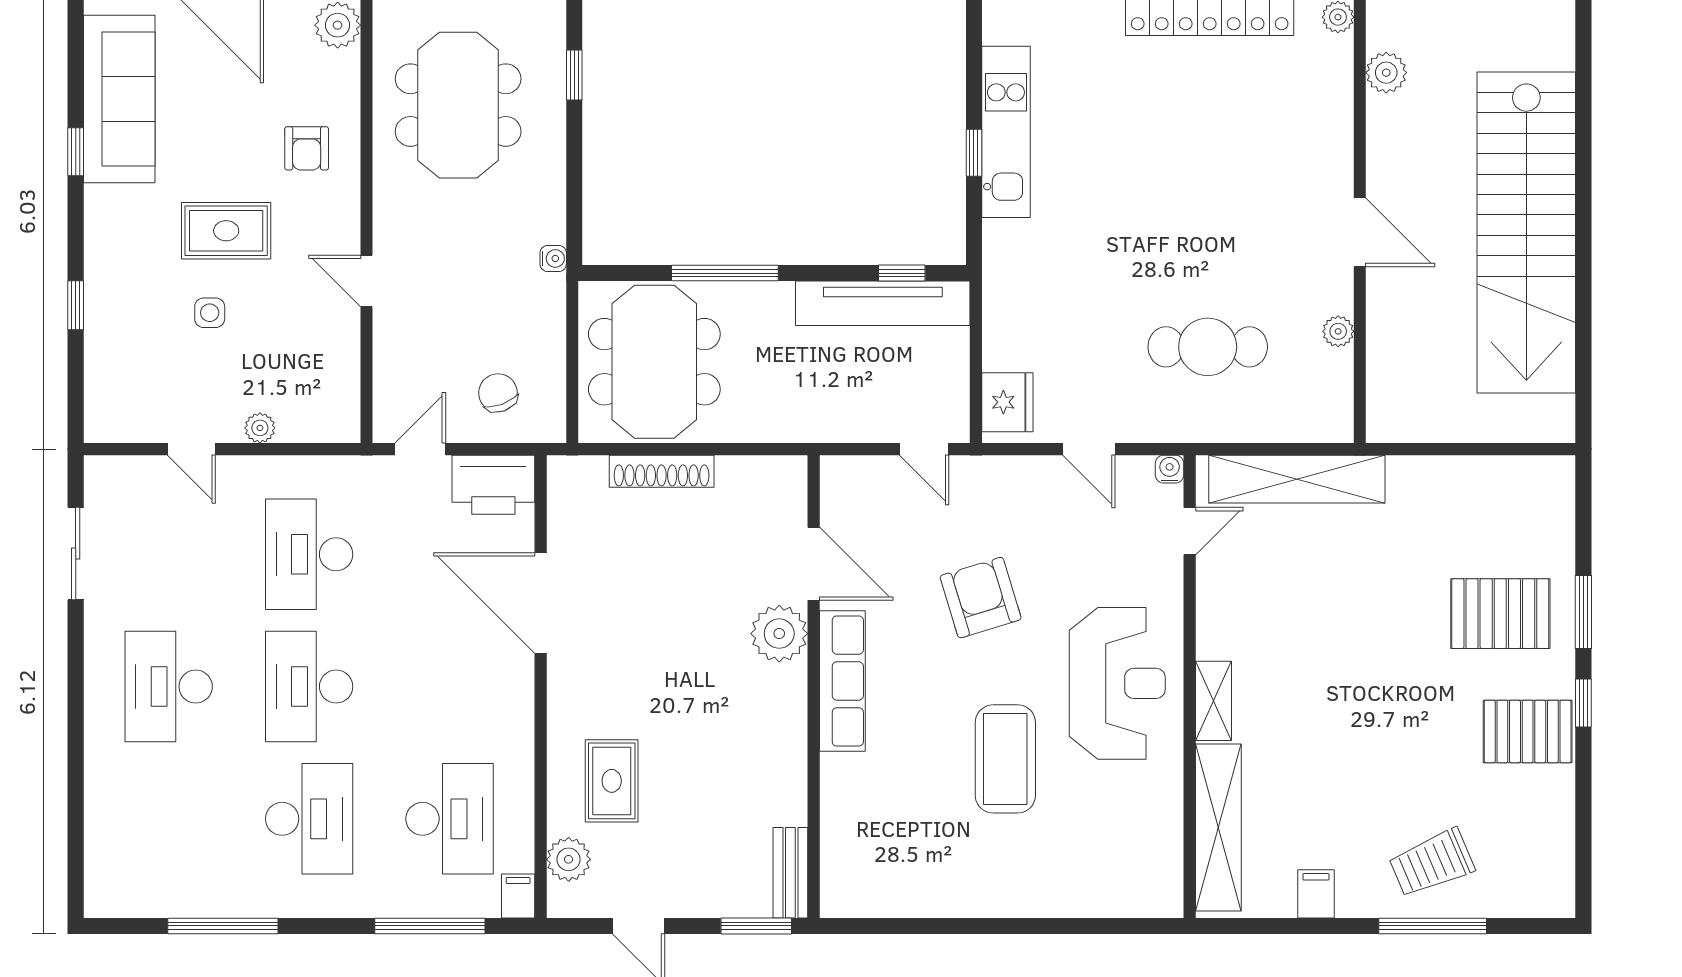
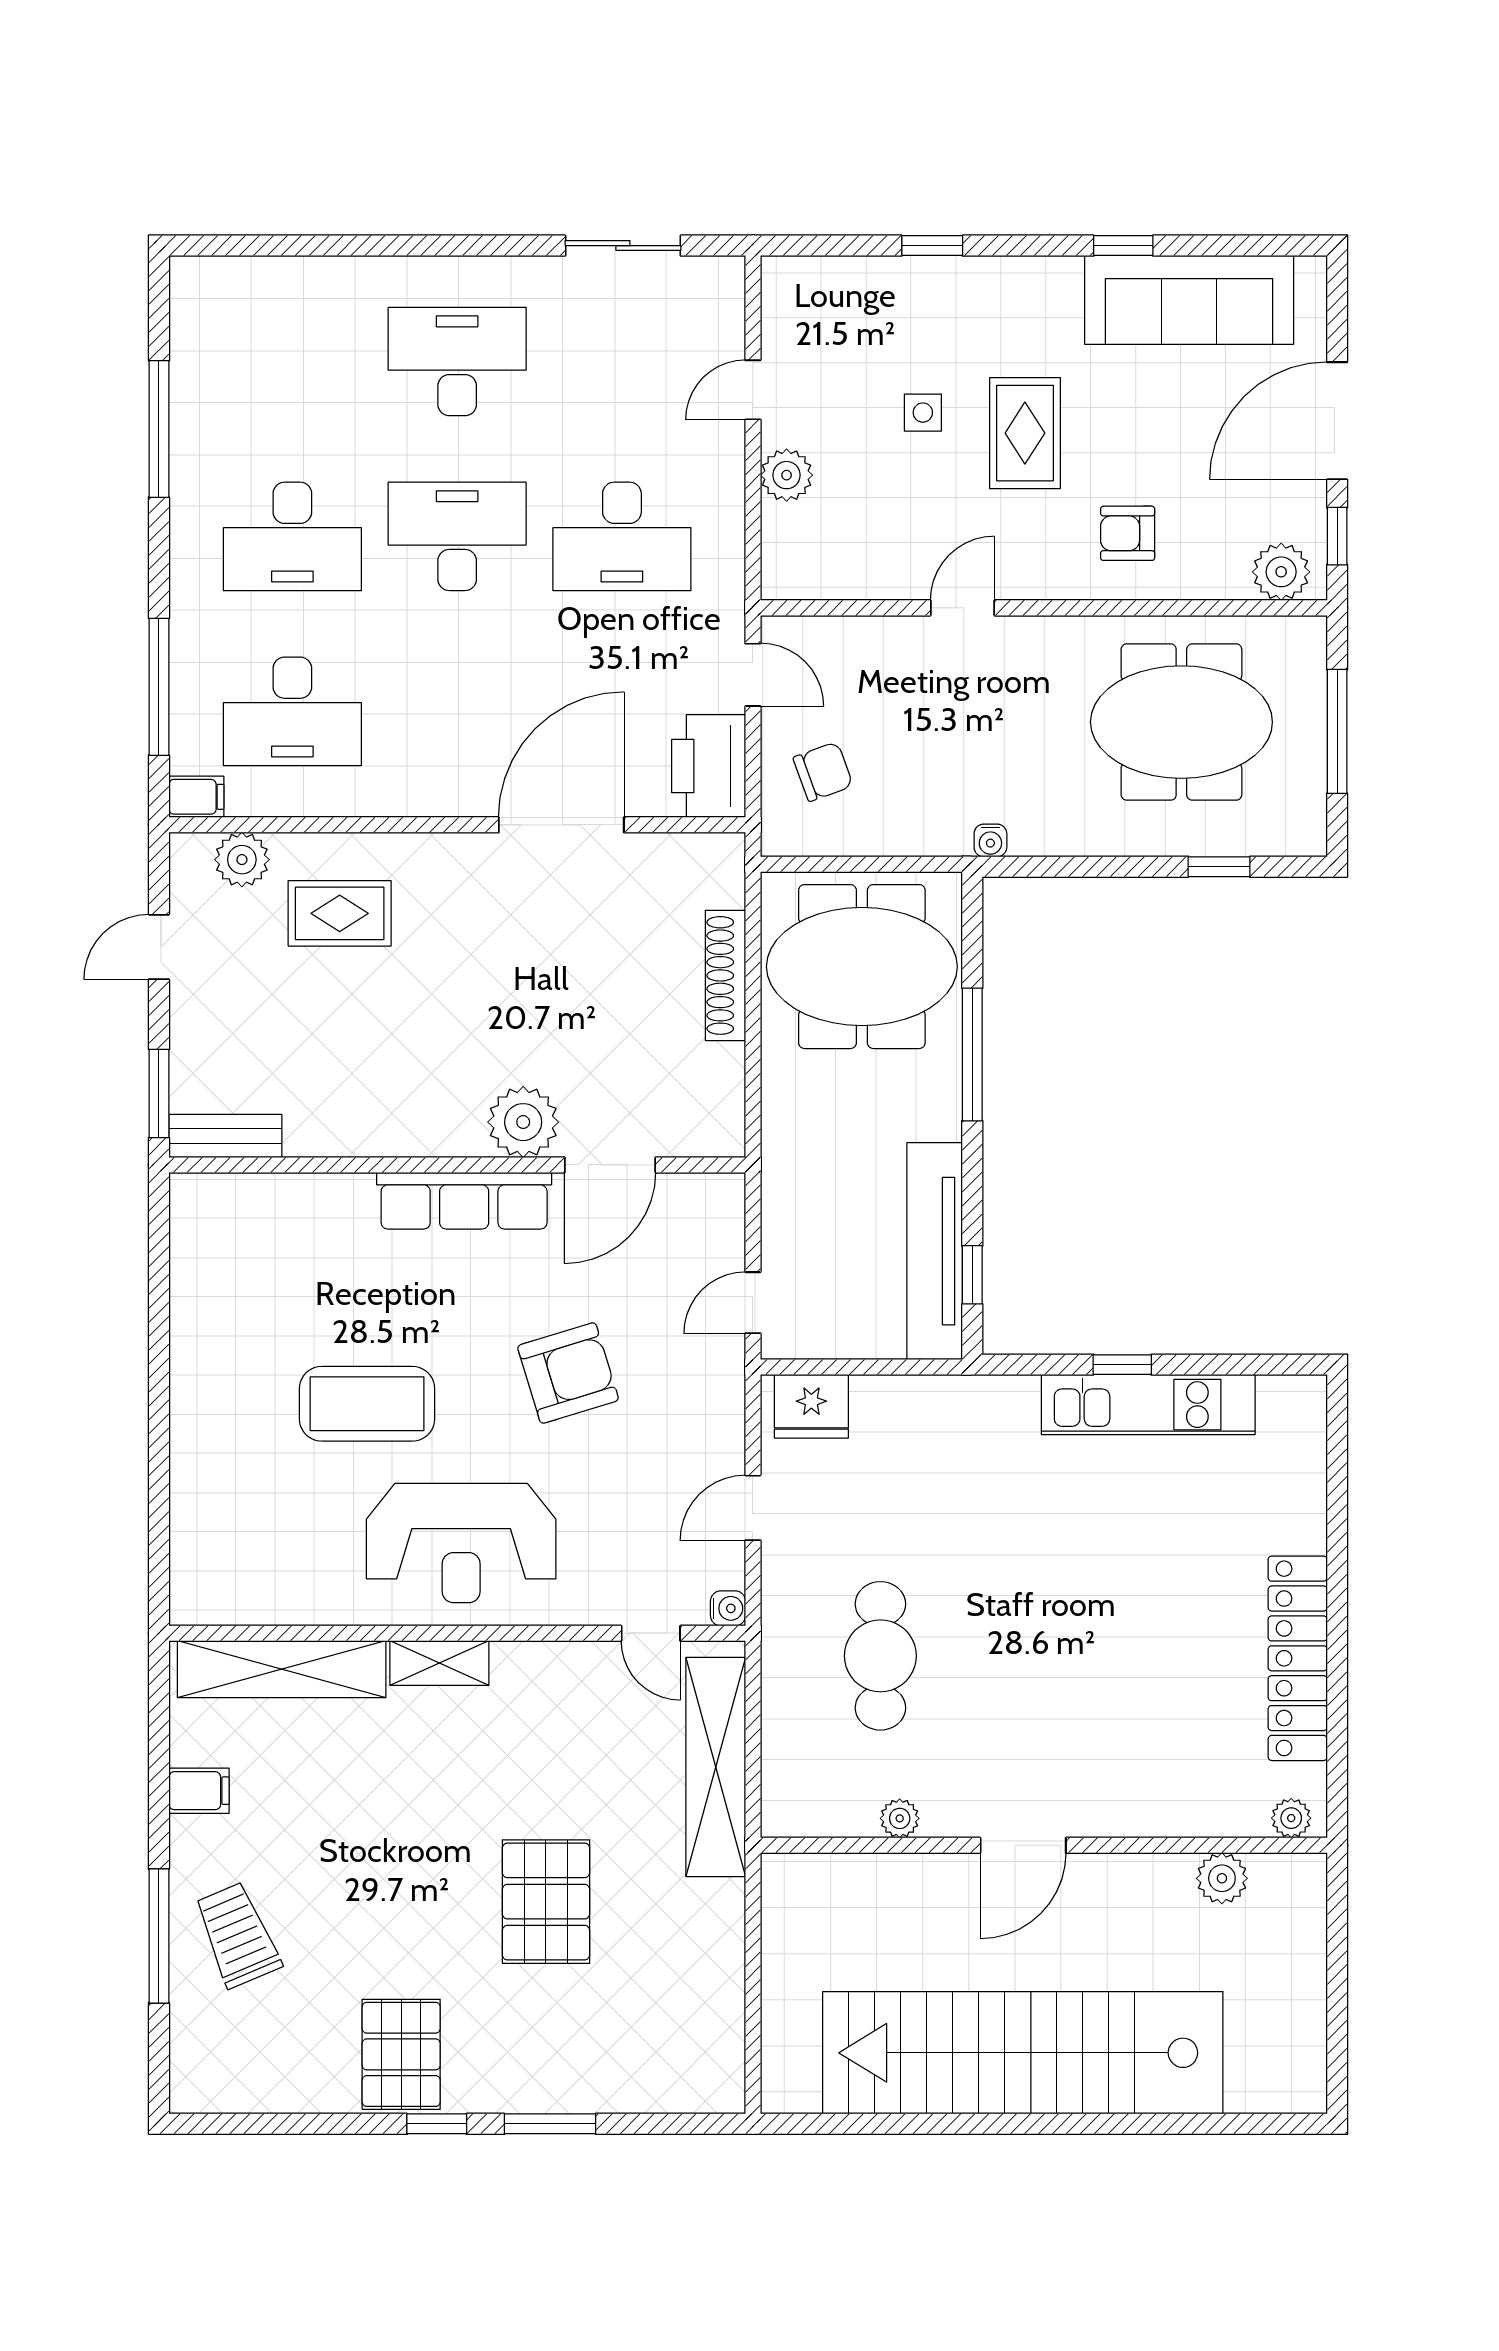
plant: (260, 428) -> (787, 475), width x1.38, depth x1.38
desk: (309, 554) -> (622, 536), turned 180
pallet: (1500, 614) -> (546, 1902), moved

